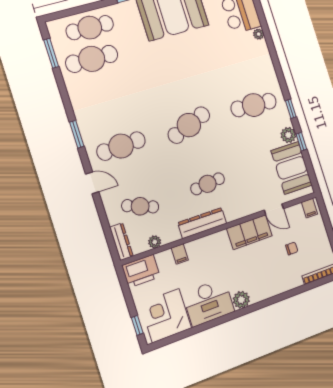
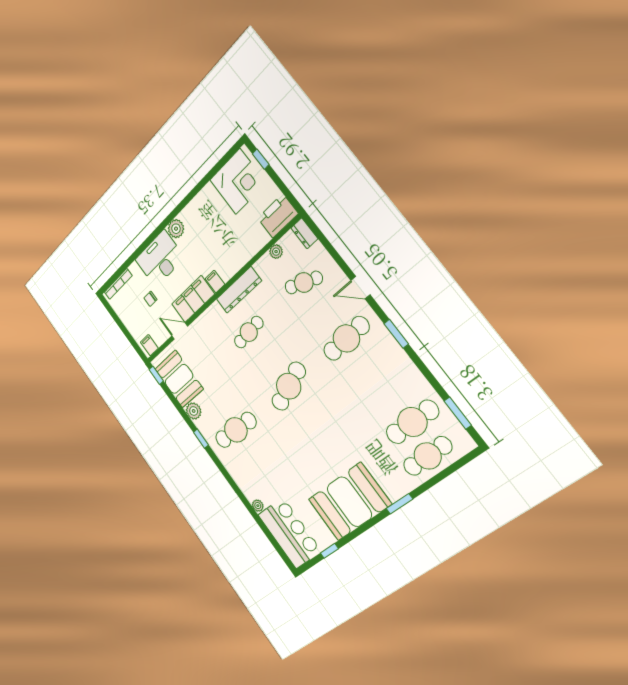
window: (301, 142) -> (156, 375), moved
dresser: (121, 242) -> (304, 233), width x0.70
filing cabinet: (180, 254) -> (215, 282), moved
desk: (209, 302) -> (160, 259), moved

